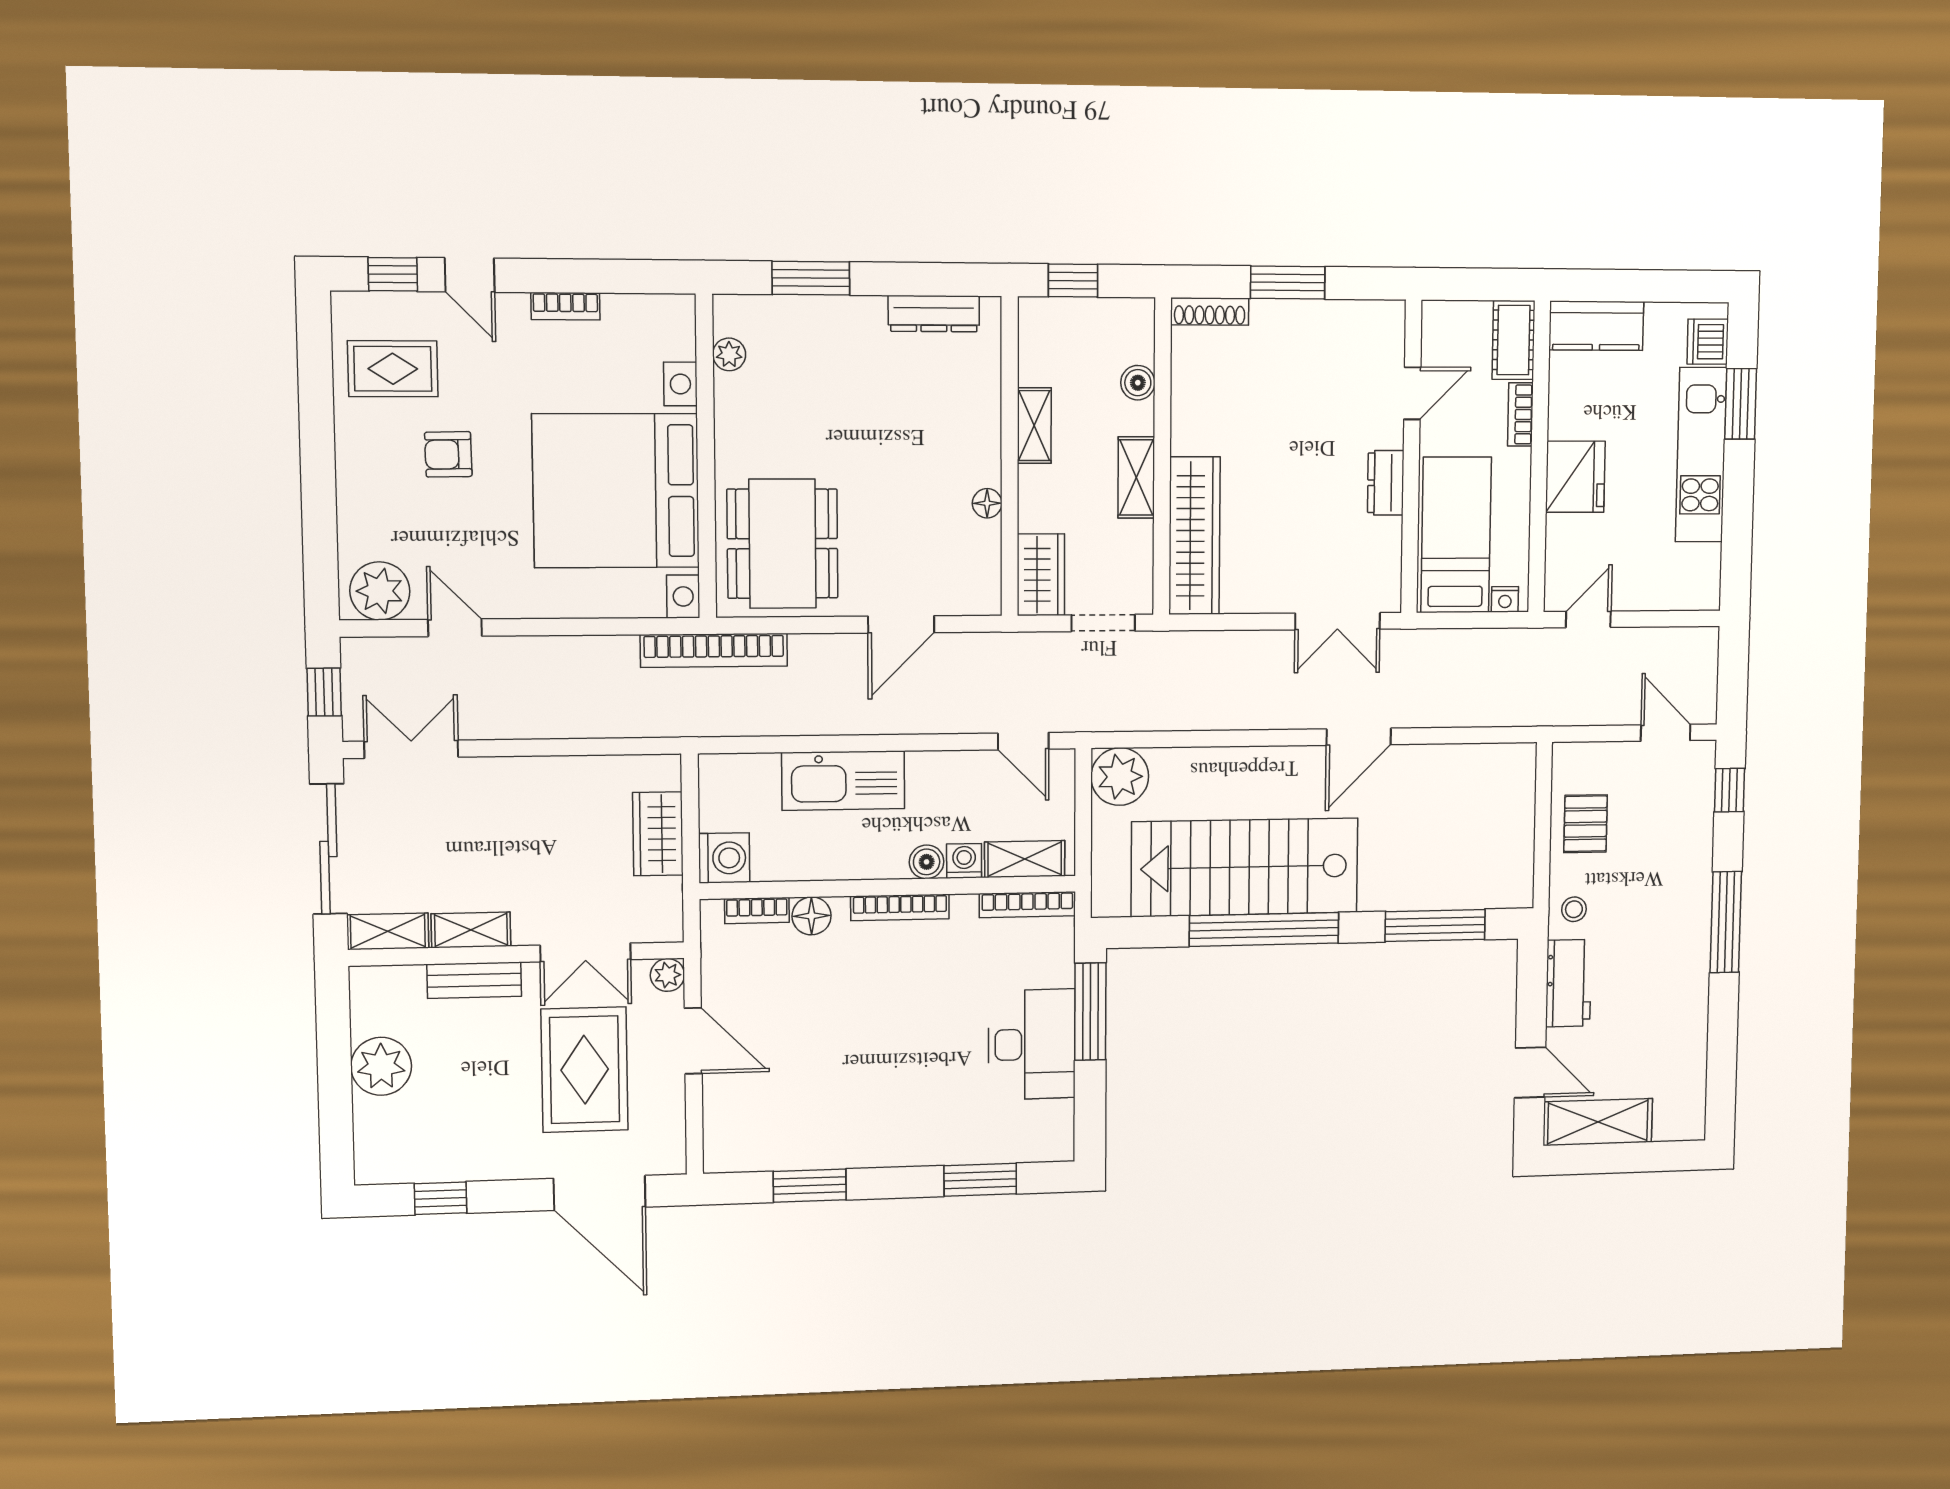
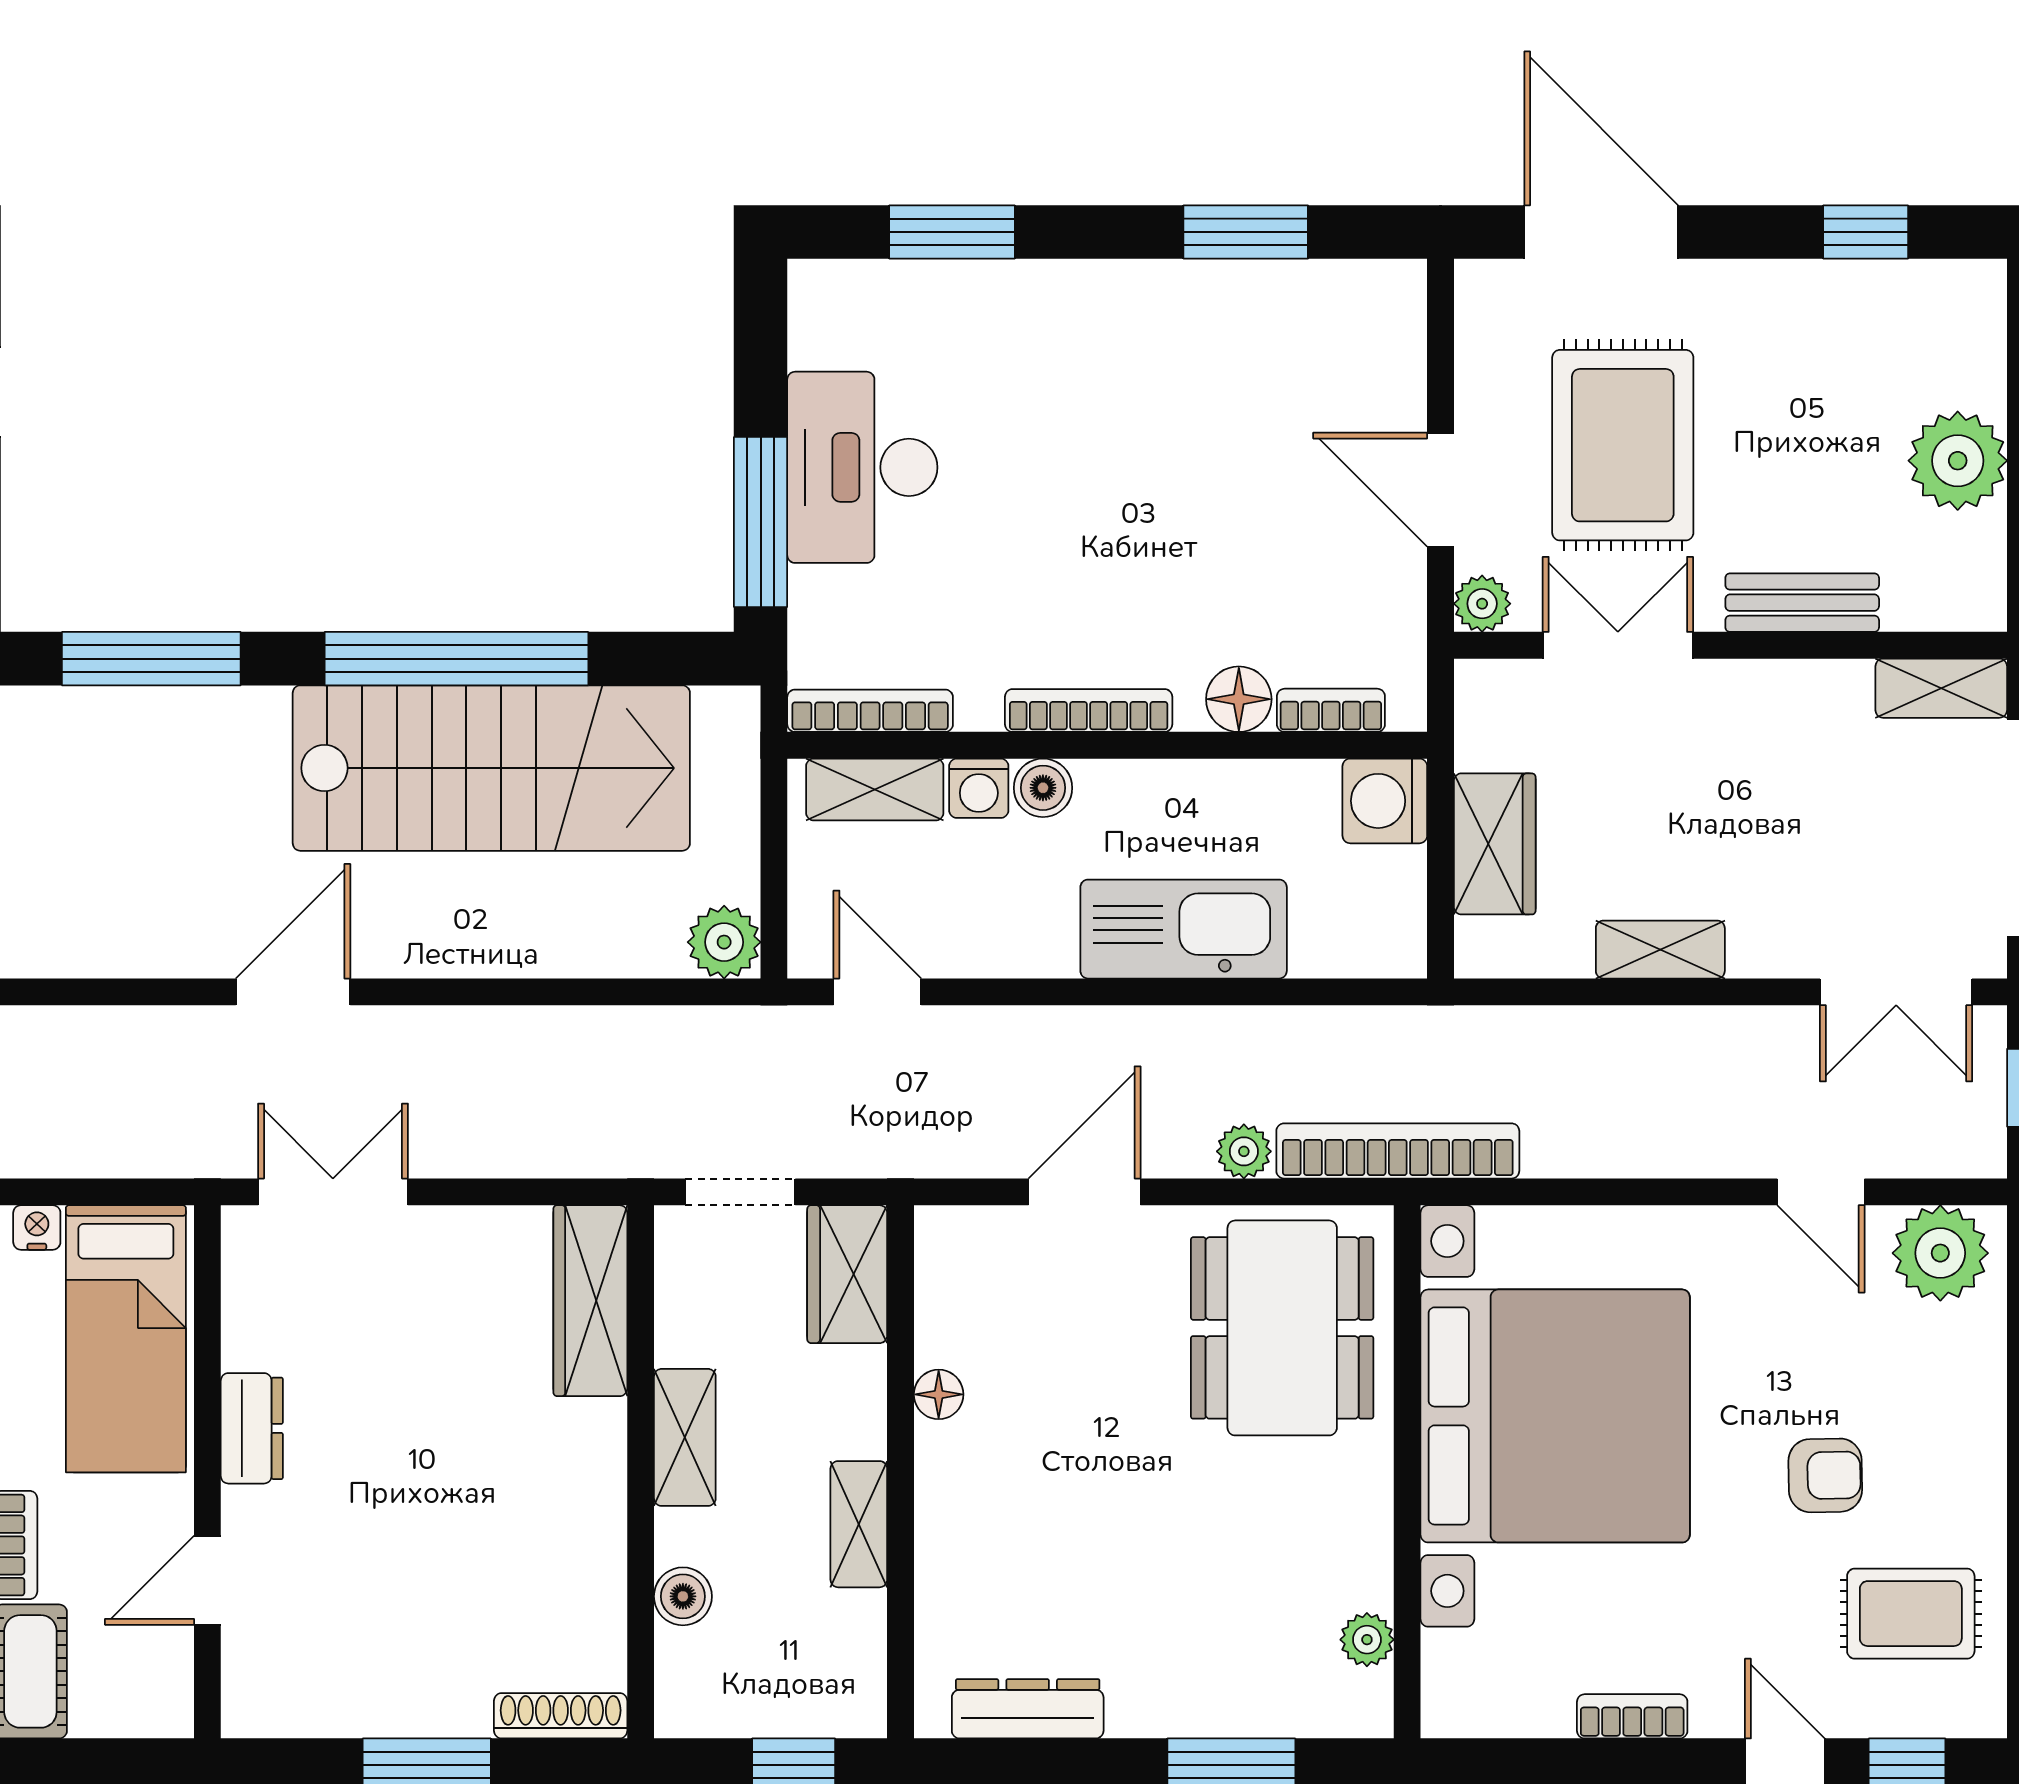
wardrobe: (1194, 536) -> (590, 1301), width x0.71, depth x0.85
plant: (806, 649) -> (1244, 1151), added
plant: (1120, 777) -> (724, 942), width x0.73, depth x0.73
shelving: (471, 930) -> (1660, 950), moved

